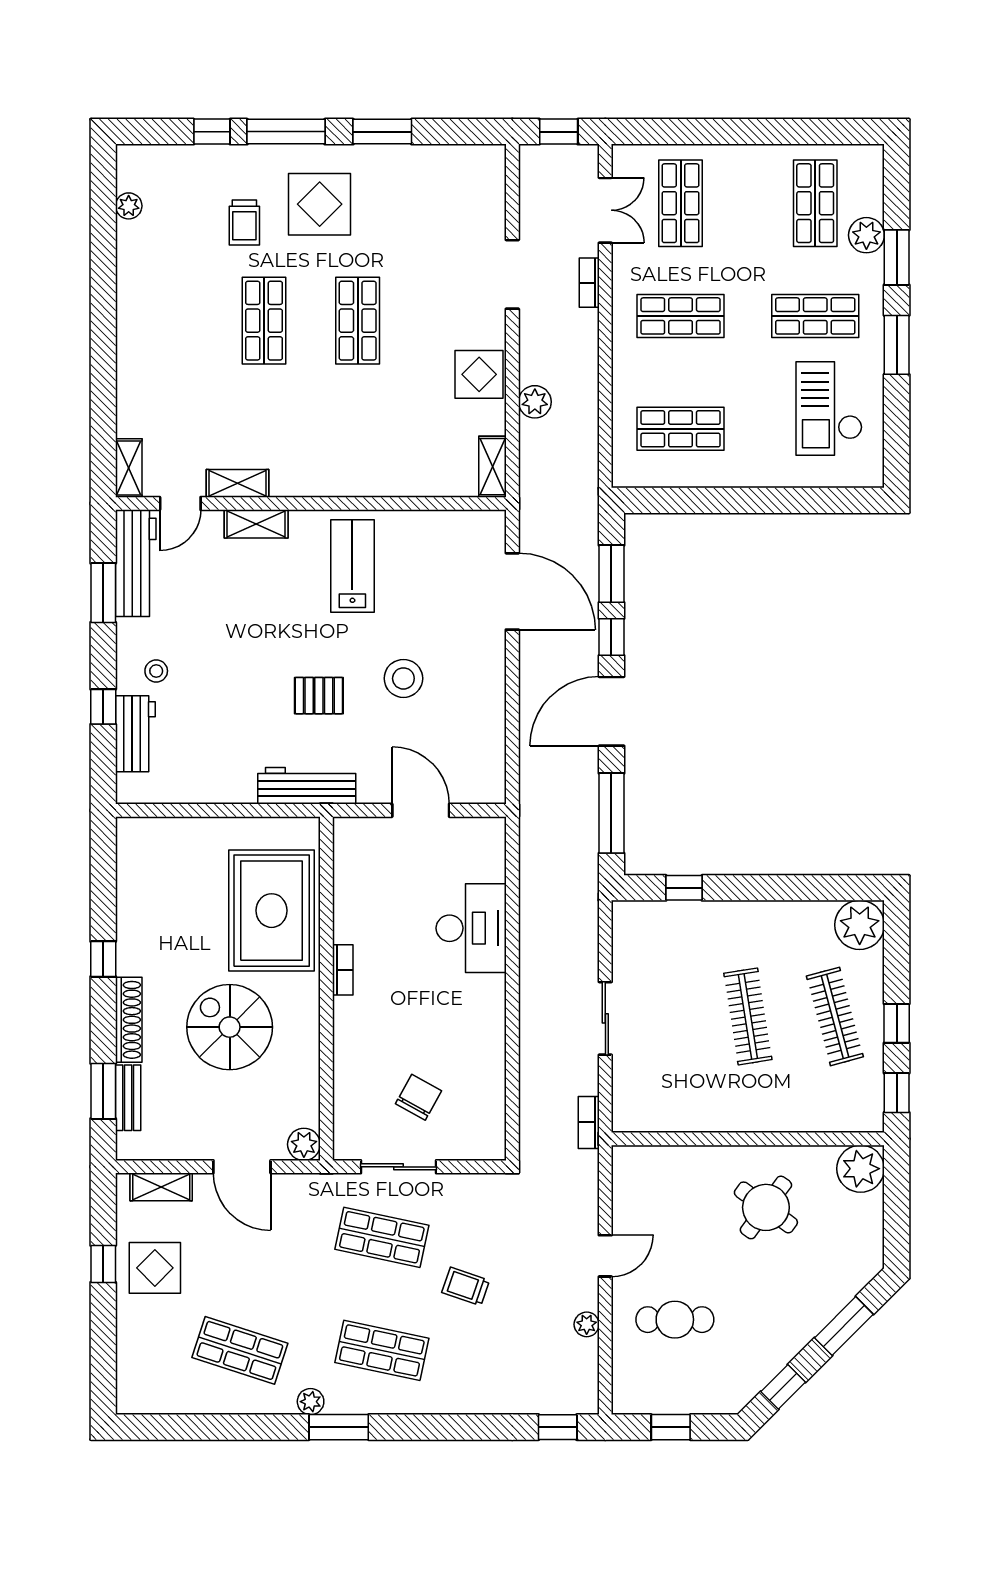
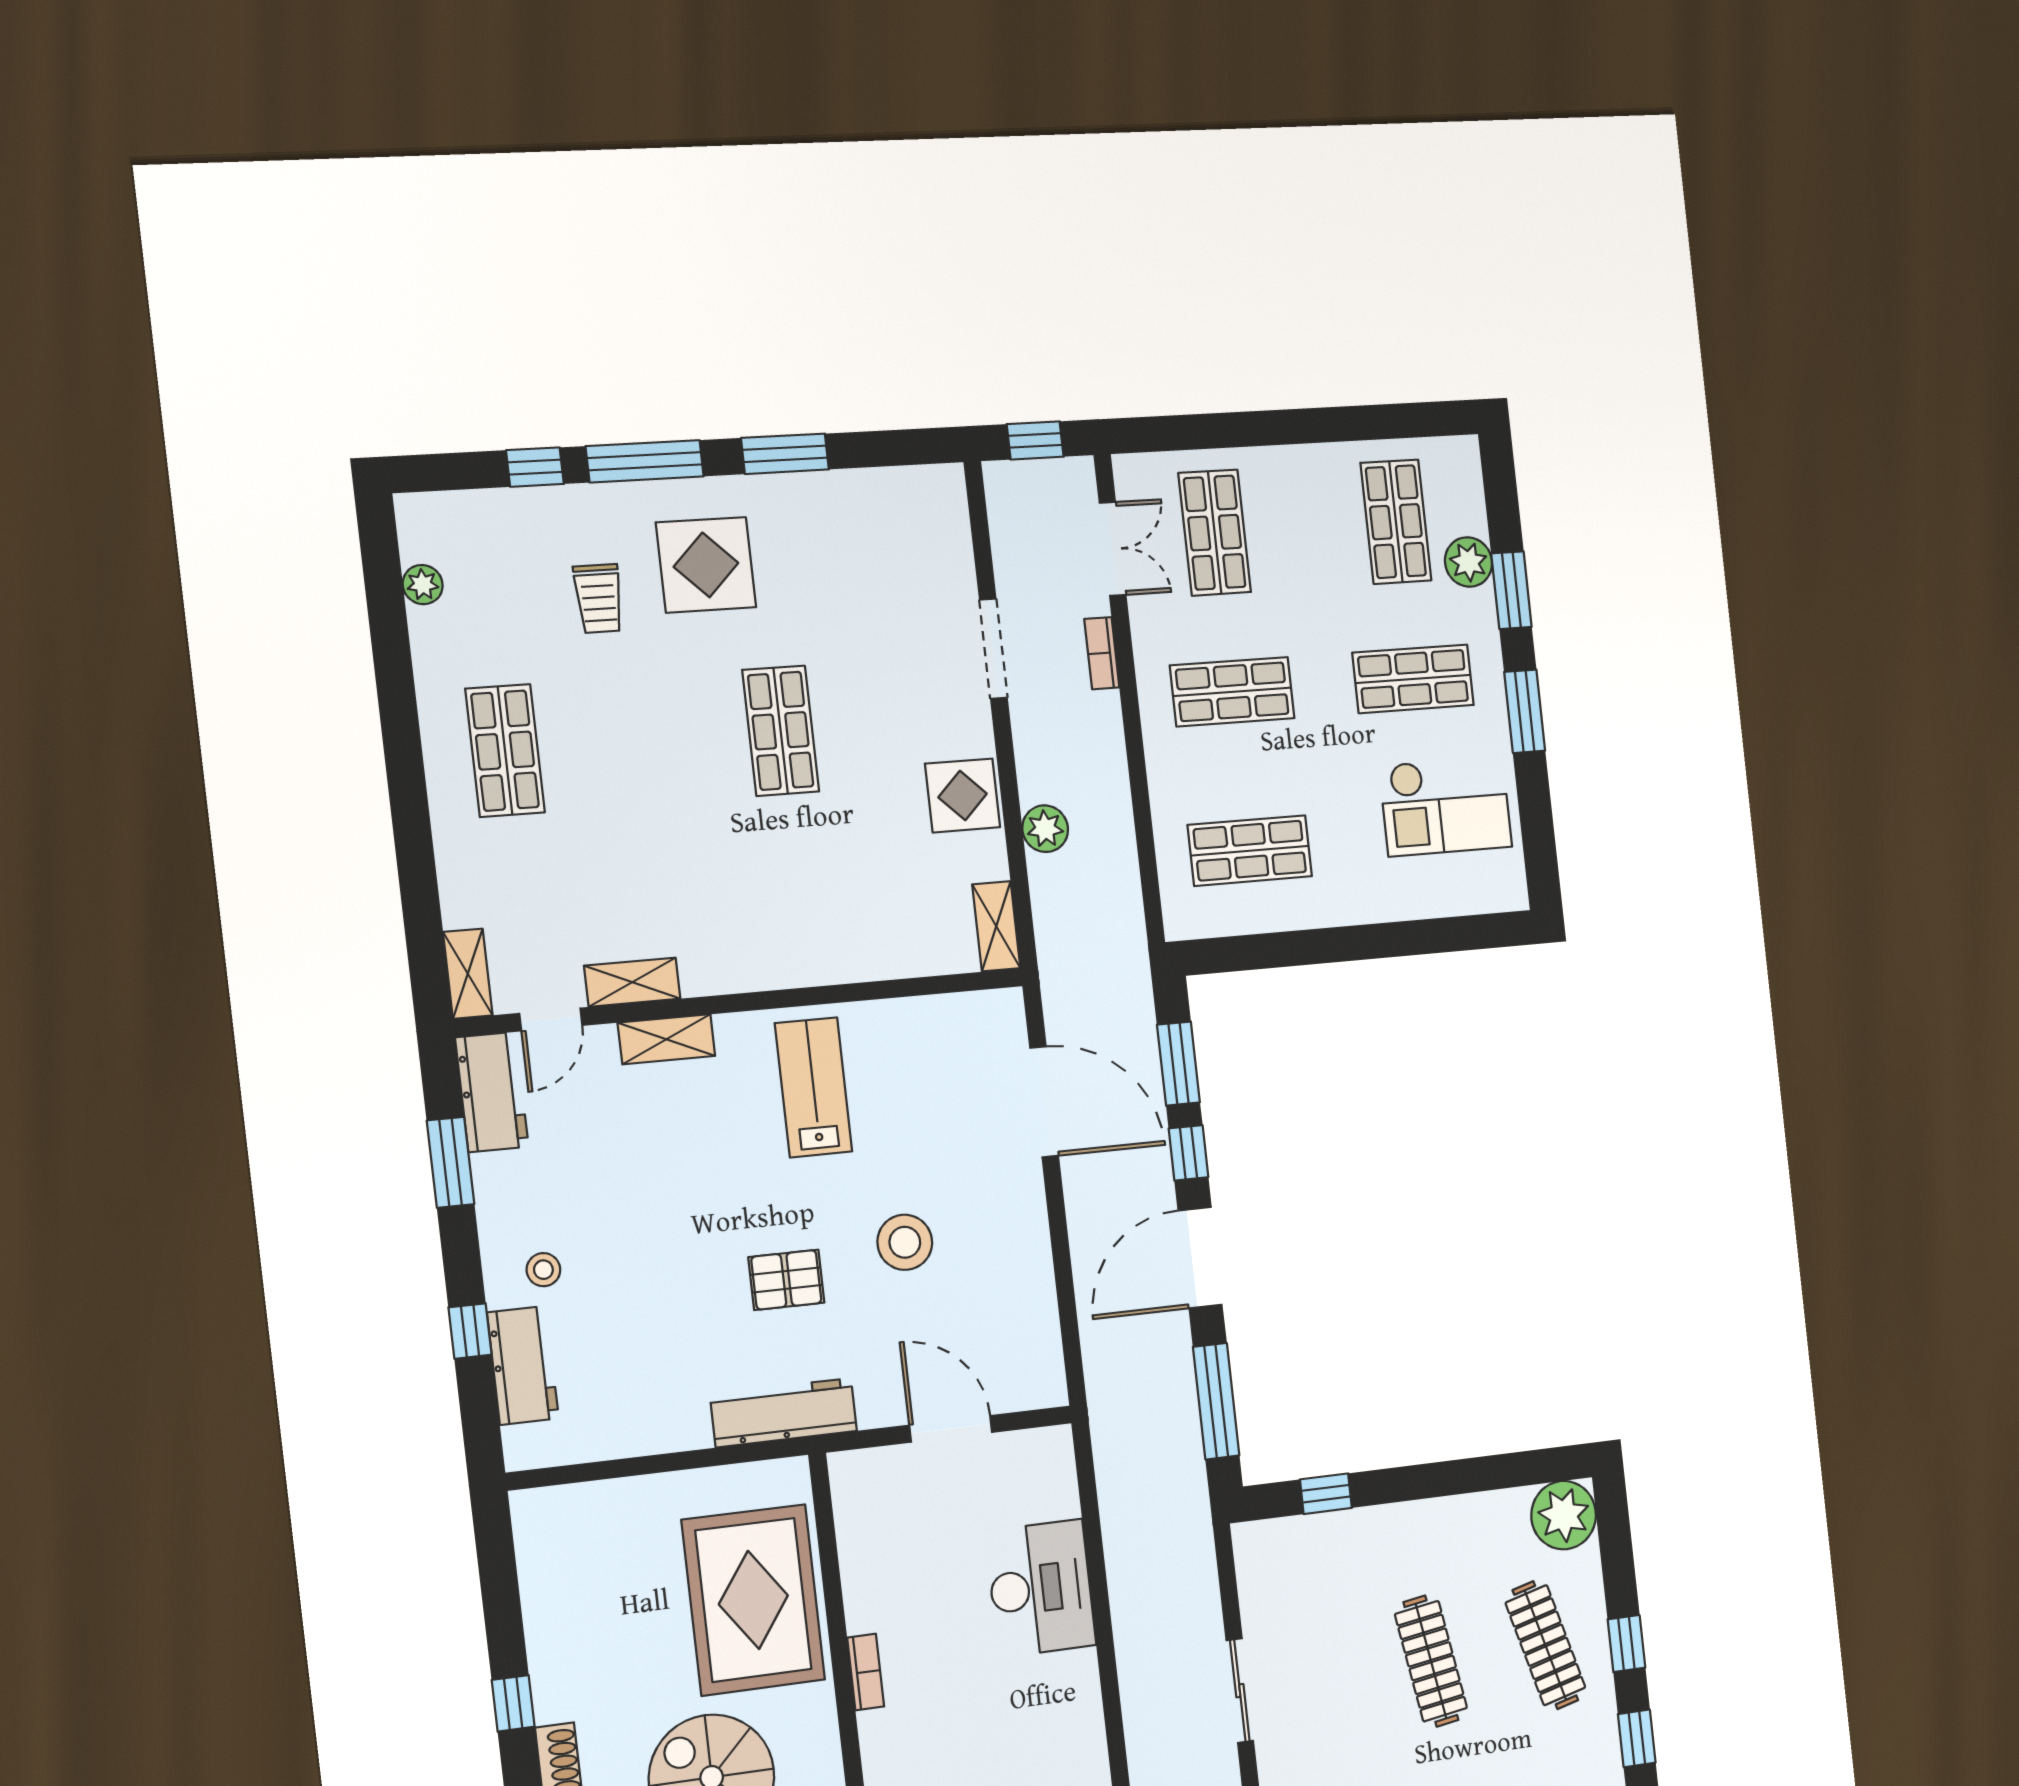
shop shelf: (264, 321) -> (505, 751), moved
checkout: (829, 408) -> (1446, 806), turned -90
workbench: (136, 563) -> (492, 1092), width x0.73

